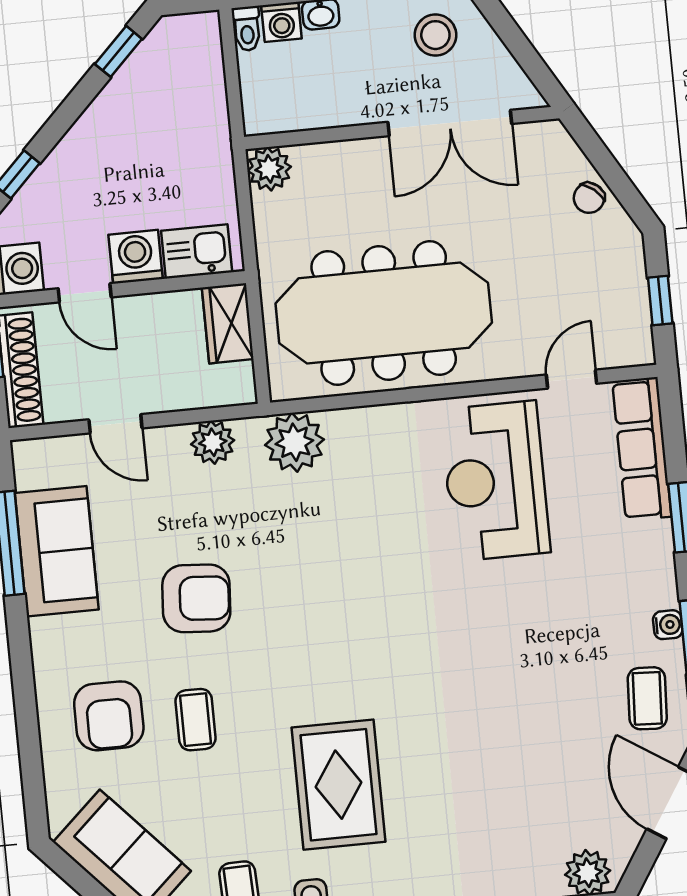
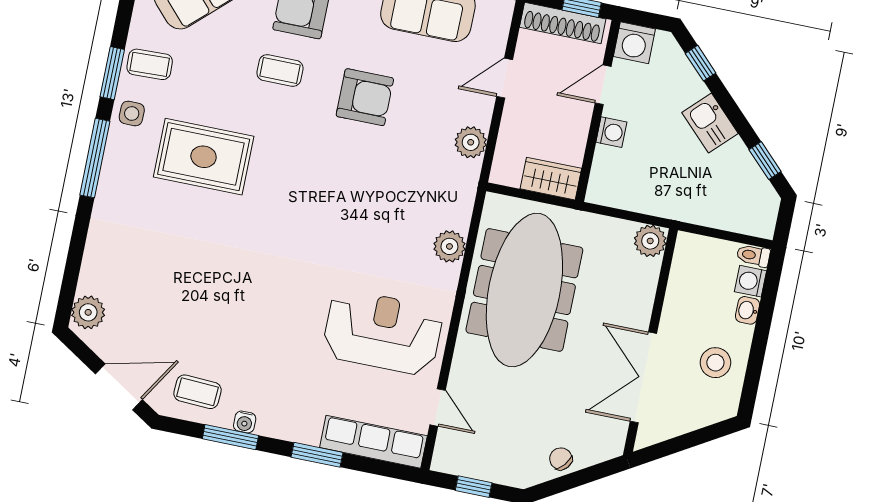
stool: (435, 35) -> (715, 363), moved
kitchen sink: (197, 251) -> (710, 123), moved, turned 135
washing machine: (136, 257) -> (611, 132), width x0.73, depth x0.73
plant: (294, 442) -> (449, 246), moved, width x0.73, depth x0.73
armchair: (196, 598) -> (365, 97), turned -94

